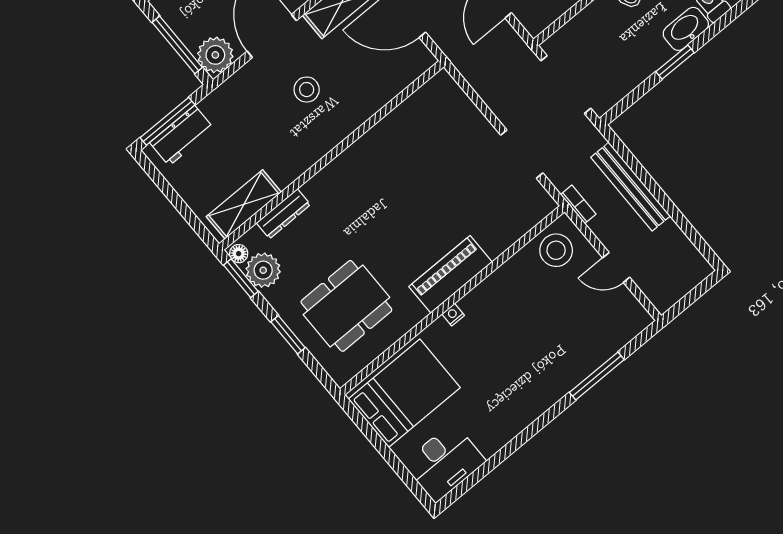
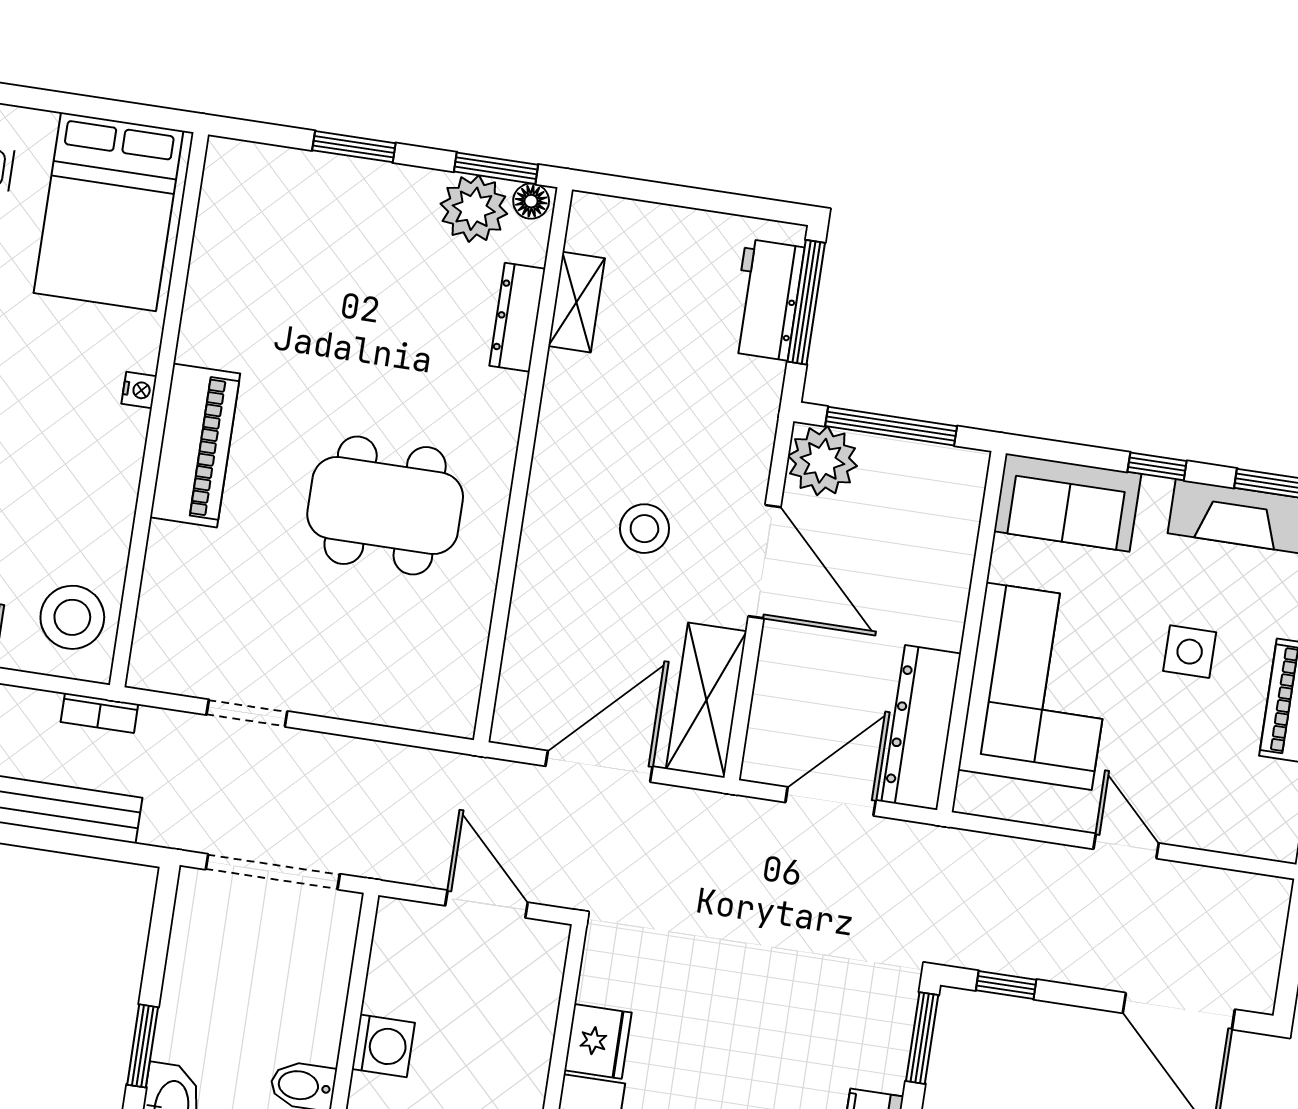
doorway: (522, 154) -> (247, 713), width x0.73
shelving: (244, 204) -> (577, 302), width x0.67, depth x0.75
dining table: (346, 306) -> (385, 506), moved, turned 90

